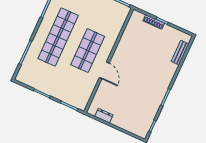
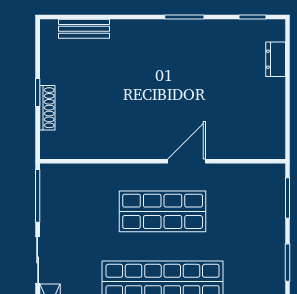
dresser: (104, 116) -> (276, 59), moved

